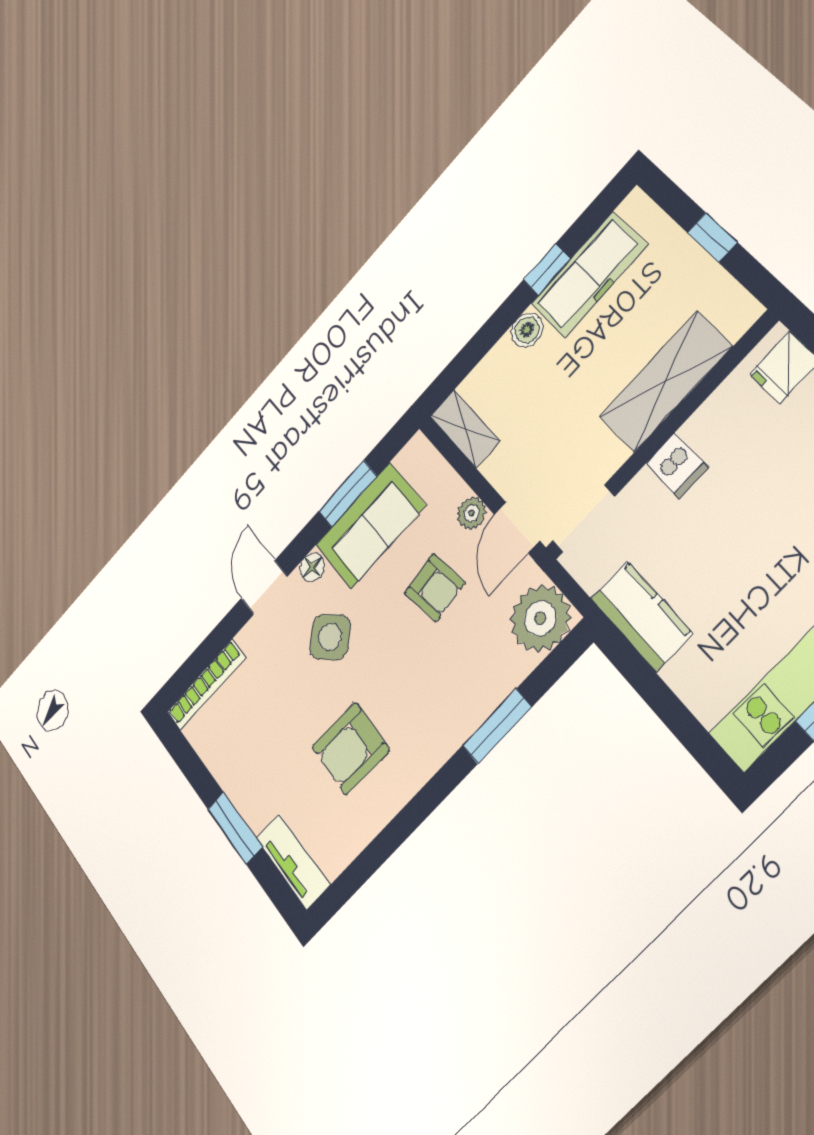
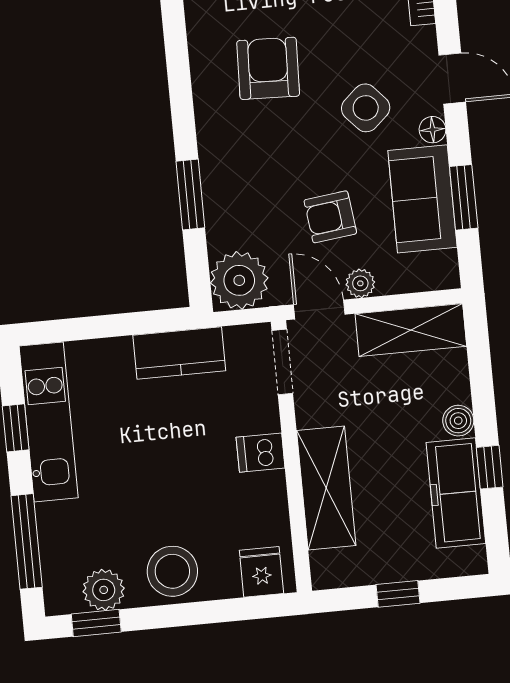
shelving: (465, 428) -> (411, 330), width x1.50, depth x1.33

